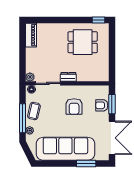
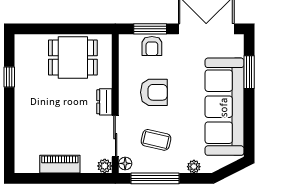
window: (99, 20) -> (9, 77), moved
piano: (31, 35) -> (60, 164), moved
dining table: (83, 42) -> (73, 57), moved, turned 90
coffee table: (34, 111) -> (156, 140), moved
window: (23, 118) -> (155, 178), moved

